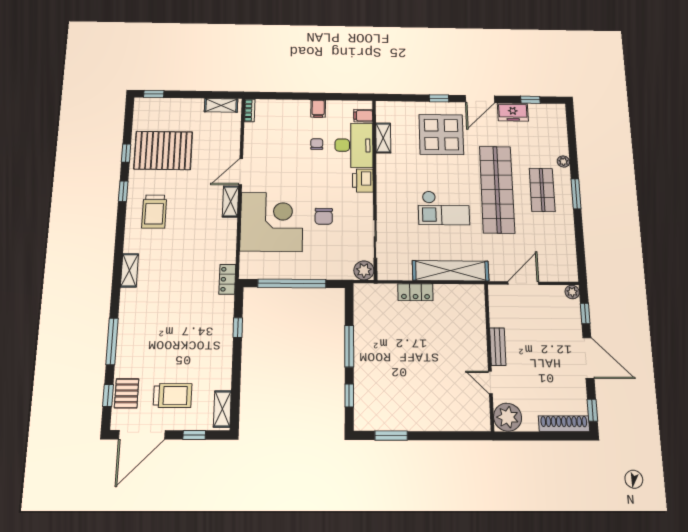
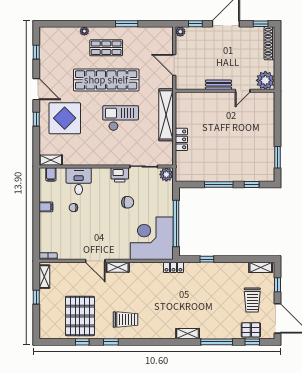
window: (154, 94) -> (36, 297), moved
freezer: (513, 112) -> (46, 66), removed
shelving: (383, 138) -> (51, 160), moved
desk: (354, 145) -> (79, 181), width x0.73
printer: (363, 181) -> (120, 175), moved
window: (576, 194) -> (127, 24), moved
checkout: (444, 208) -> (121, 118), turned -90
corner desk: (272, 222) -> (152, 238), moved
shelving: (129, 270) -> (188, 334), moved
trolley: (173, 396) -> (252, 300), turned 180

